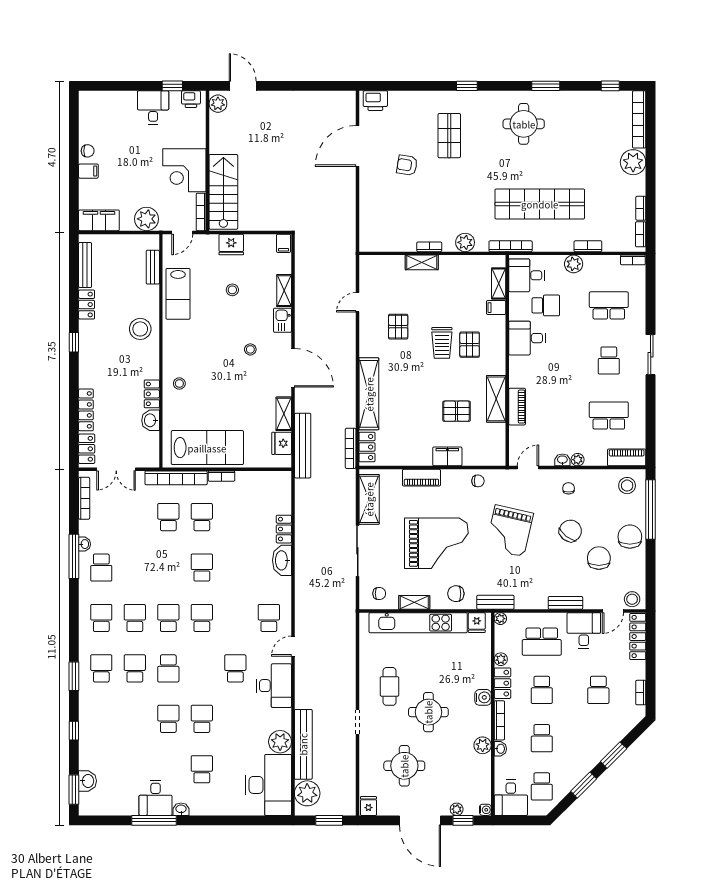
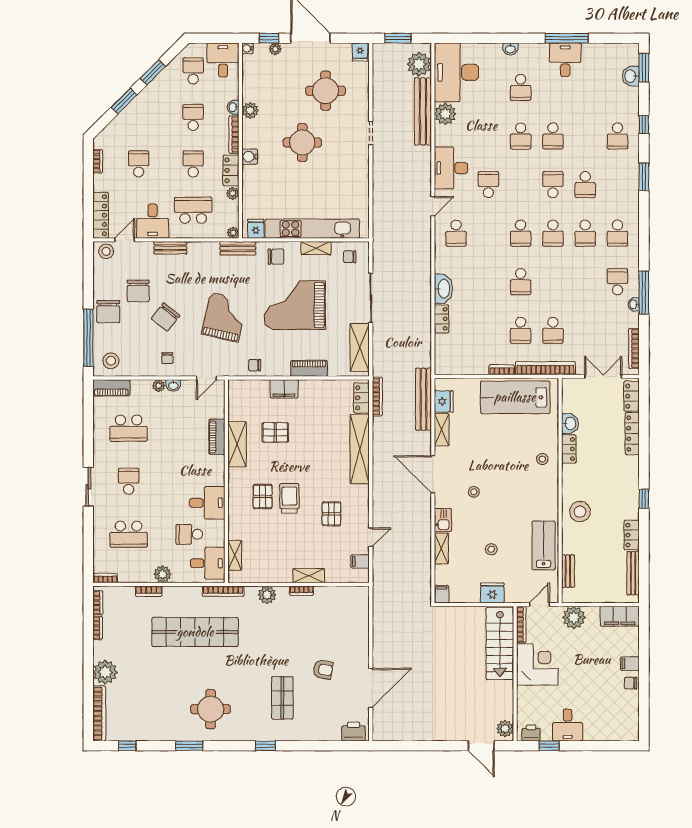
filing cabinet: (496, 308) -> (360, 561), moved, turned 180
school desk: (101, 668) -> (617, 136), moved
school desk: (235, 668) -> (488, 185), turned 180
cafe table: (390, 686) -> (340, 167), removed
washbasin: (181, 809) -> (510, 49), moved

